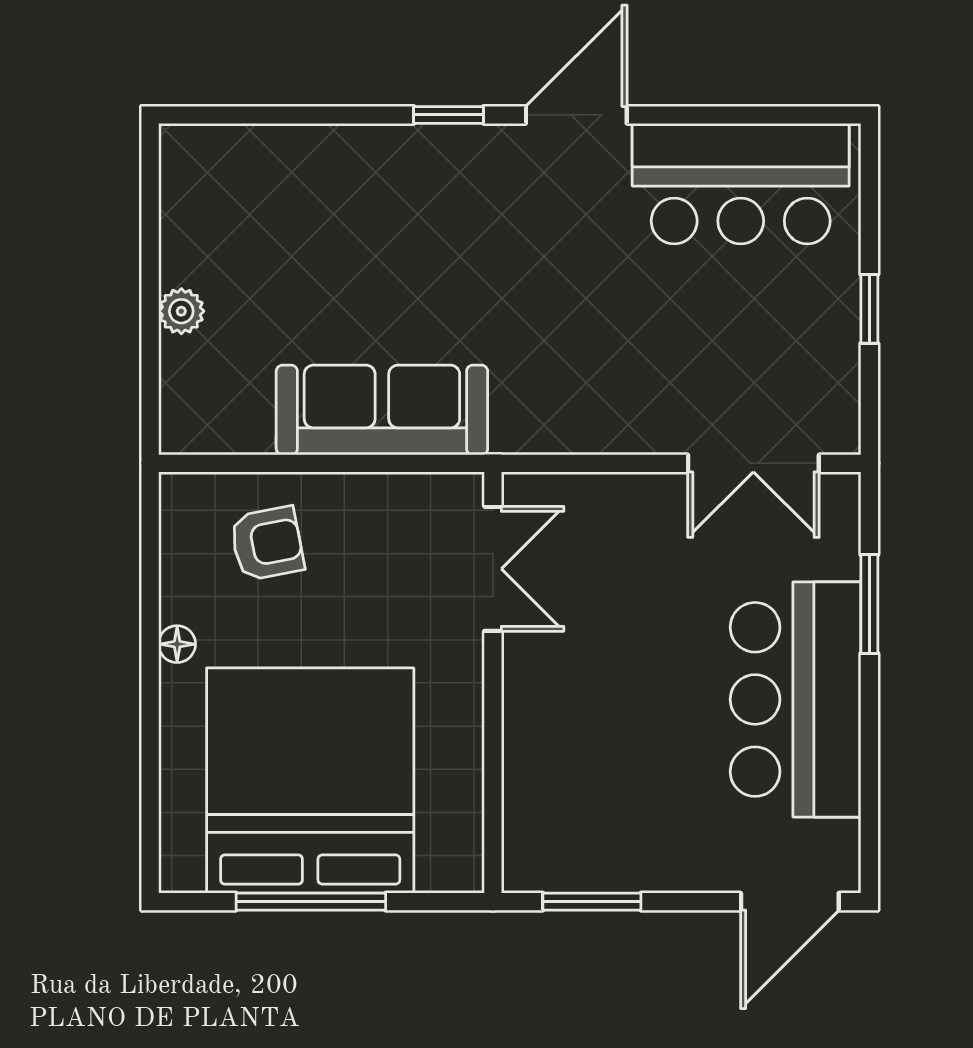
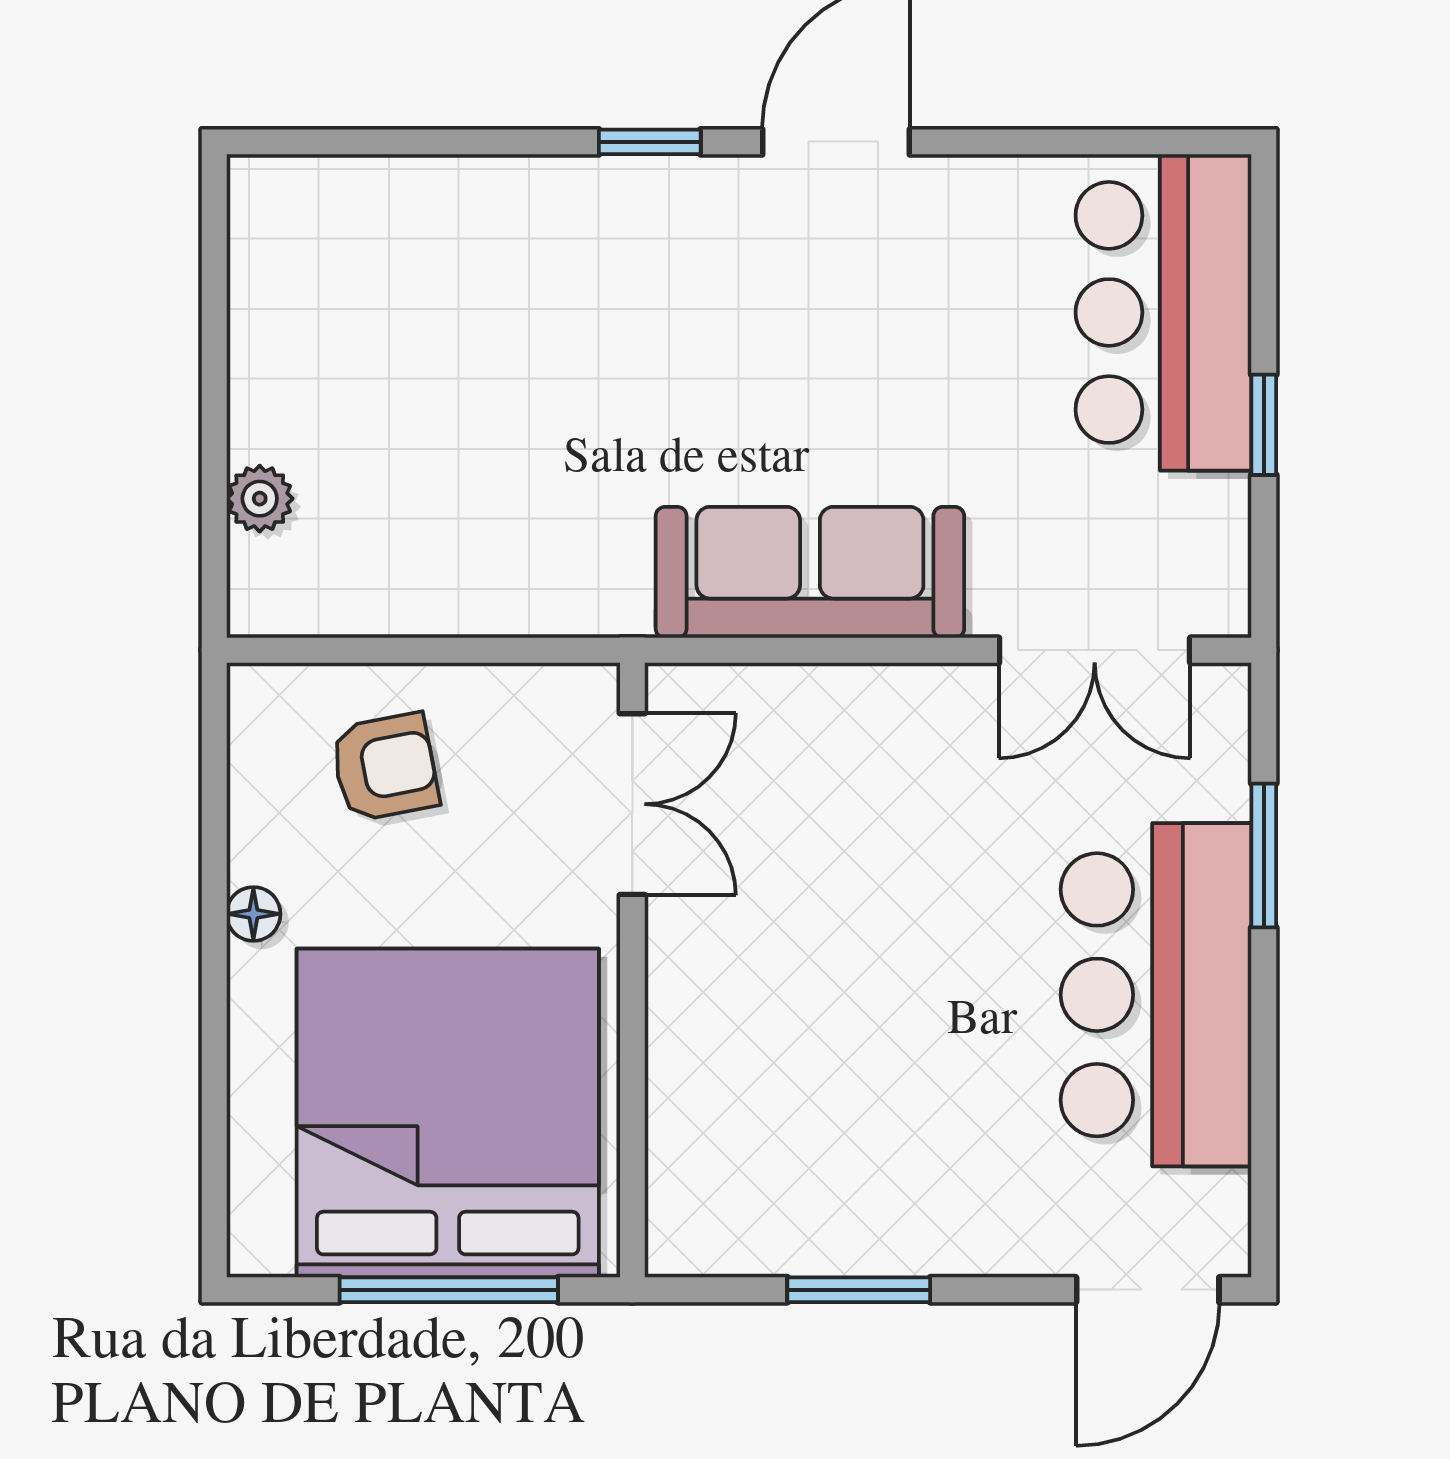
bar counter: (741, 184) -> (1163, 312), moved, turned 90
plant: (181, 311) -> (260, 499), moved
sofa: (382, 410) -> (810, 572), moved
double door: (493, 569) -> (632, 804), moved
wall: (493, 682) -> (632, 970), moved

